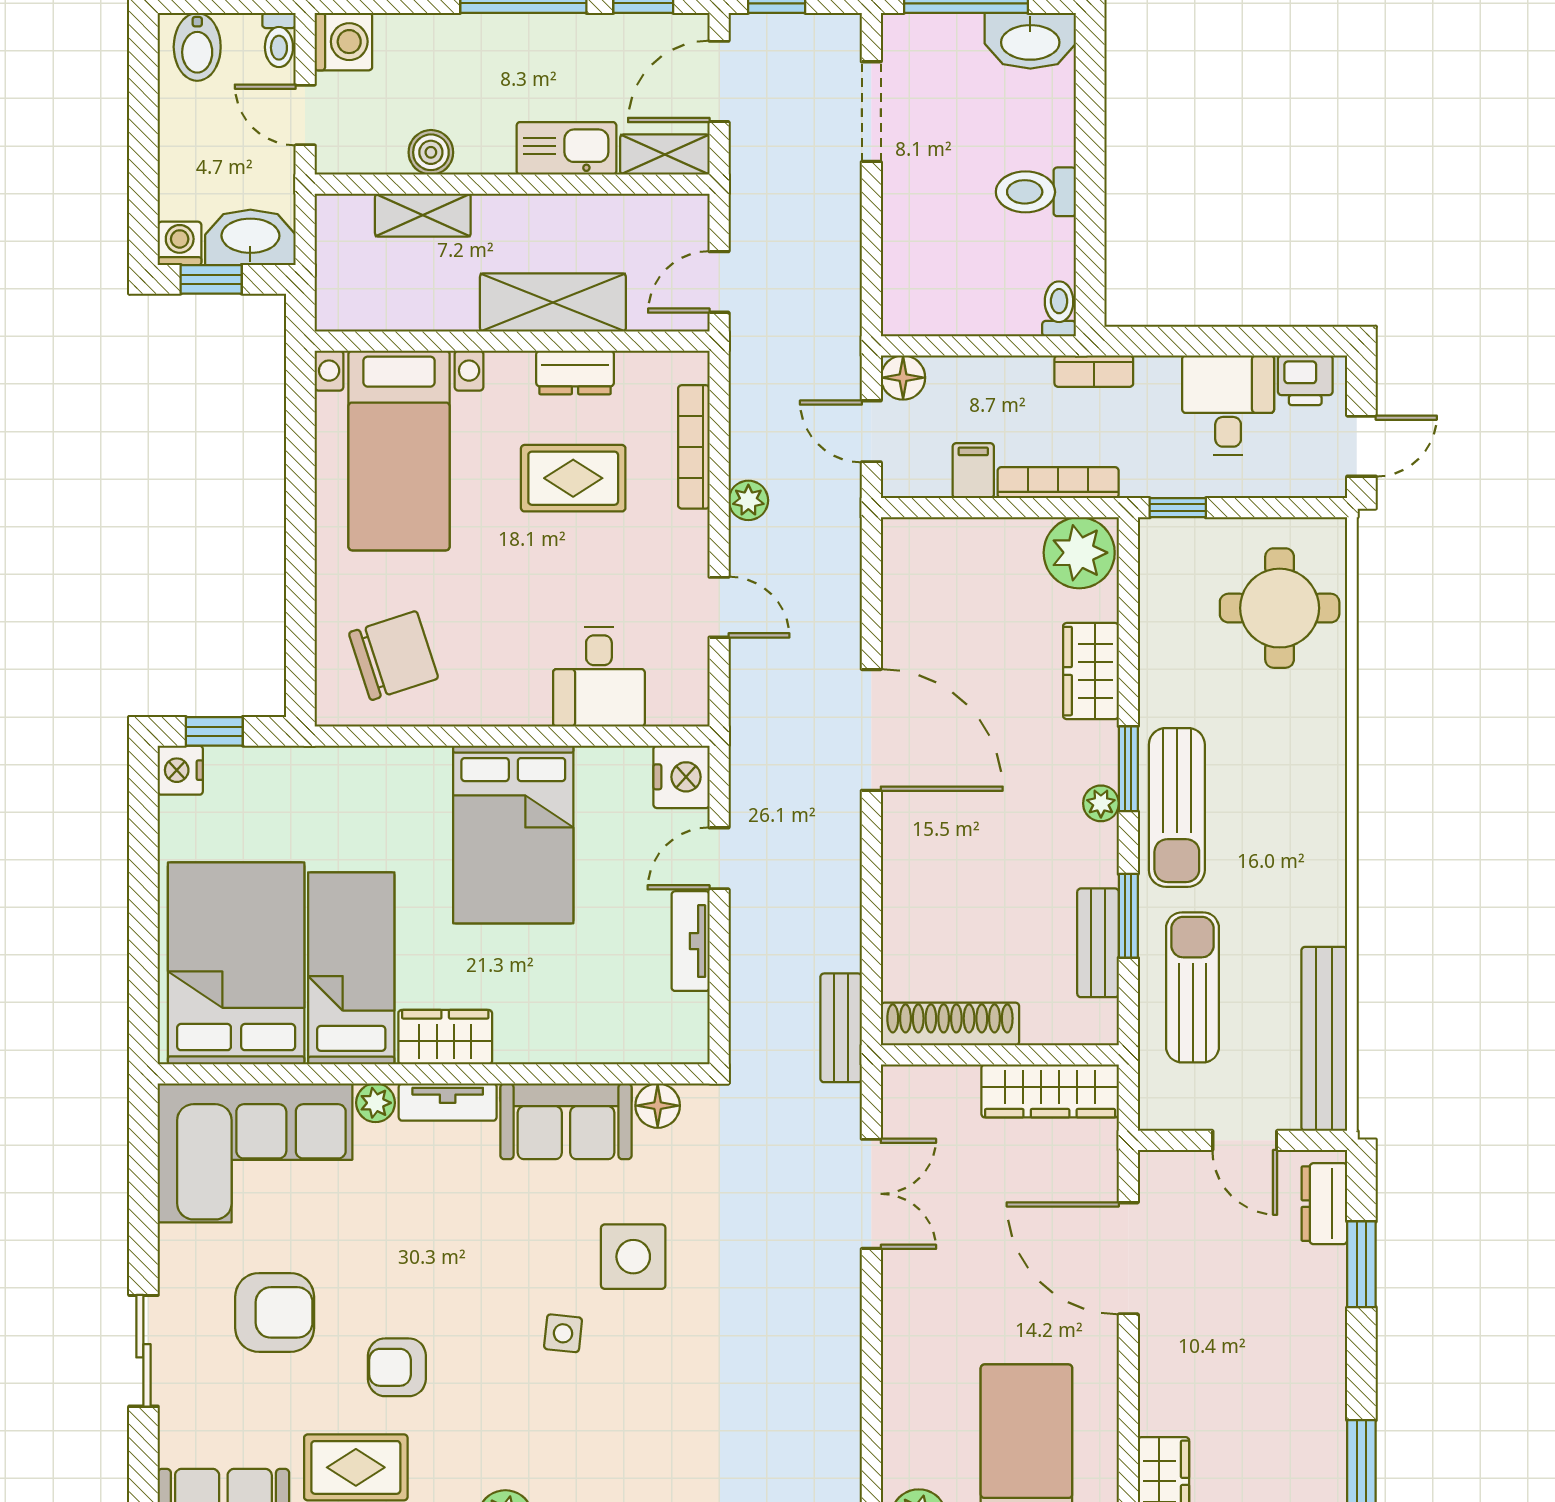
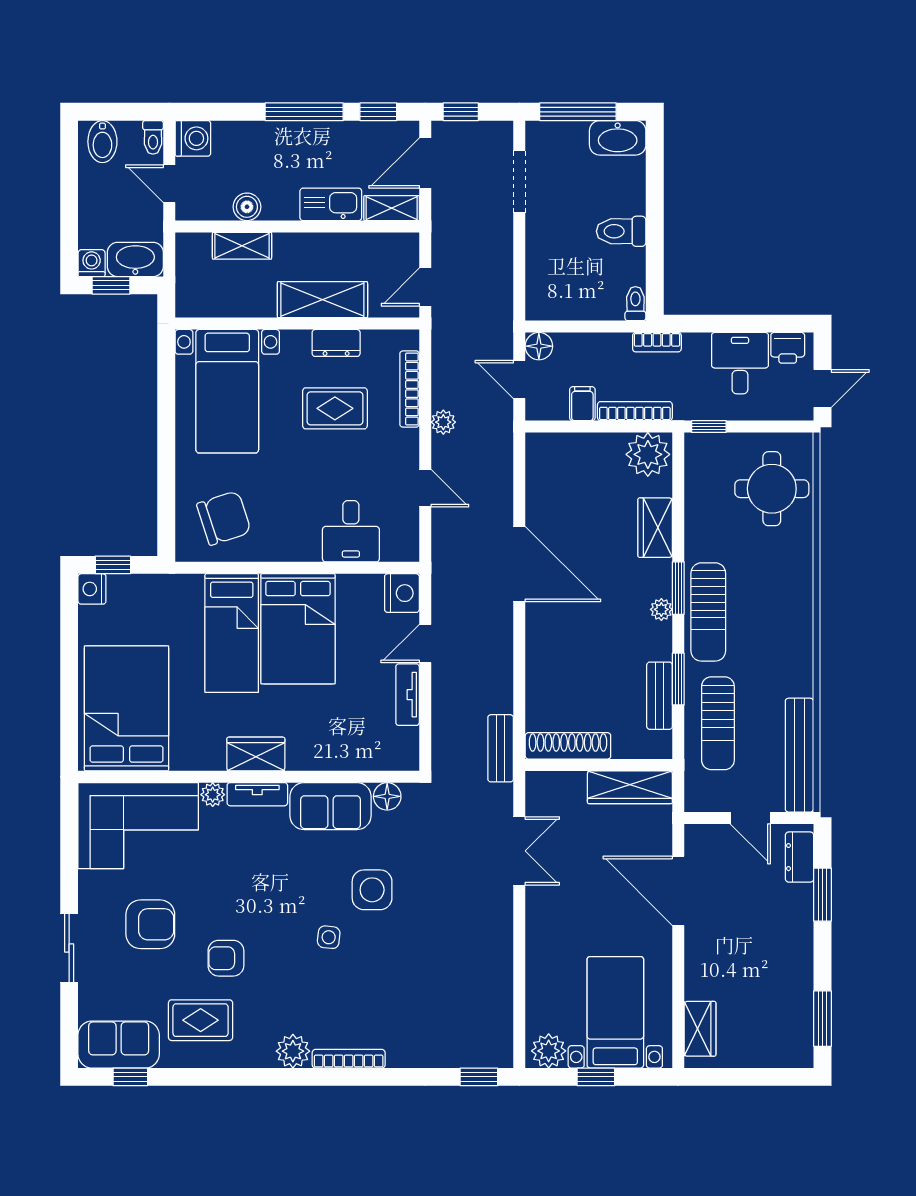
bed: (351, 968) -> (232, 633), moved, turned 180
sun lounger: (1193, 987) -> (718, 723), turned 180

